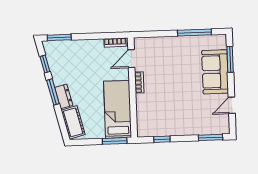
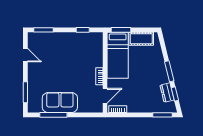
sofa: (215, 72) -> (60, 103), moved, turned -90
dresser: (64, 96) -> (167, 93), moved
door: (232, 105) -> (25, 55), hinge flipped
cot: (73, 122) -> (141, 39), moved, turned -76

